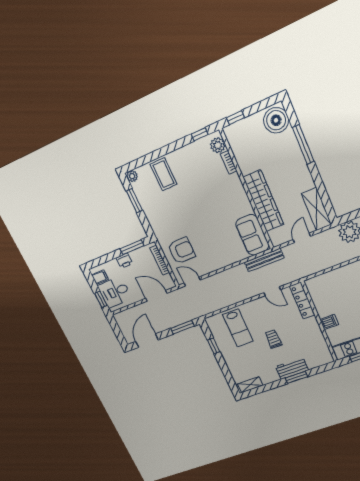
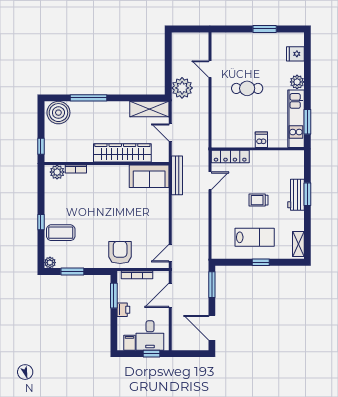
window: (200, 134) -> (41, 222), moved
armchair: (181, 251) -> (120, 252), moved
lab bench: (238, 328) -> (255, 237), moved
window: (214, 346) -> (261, 262), moved

